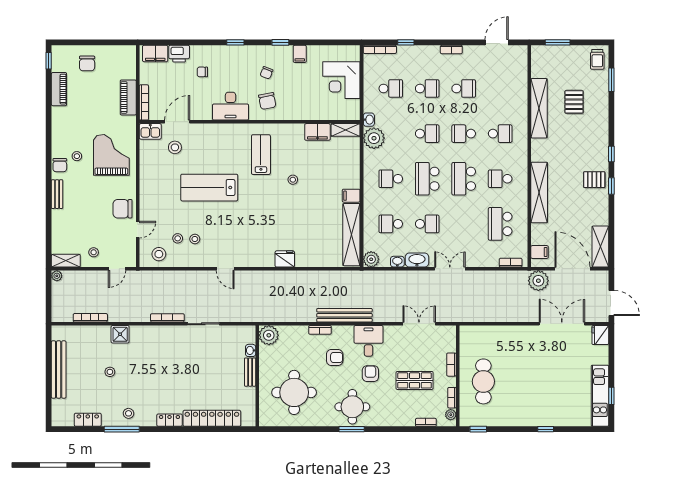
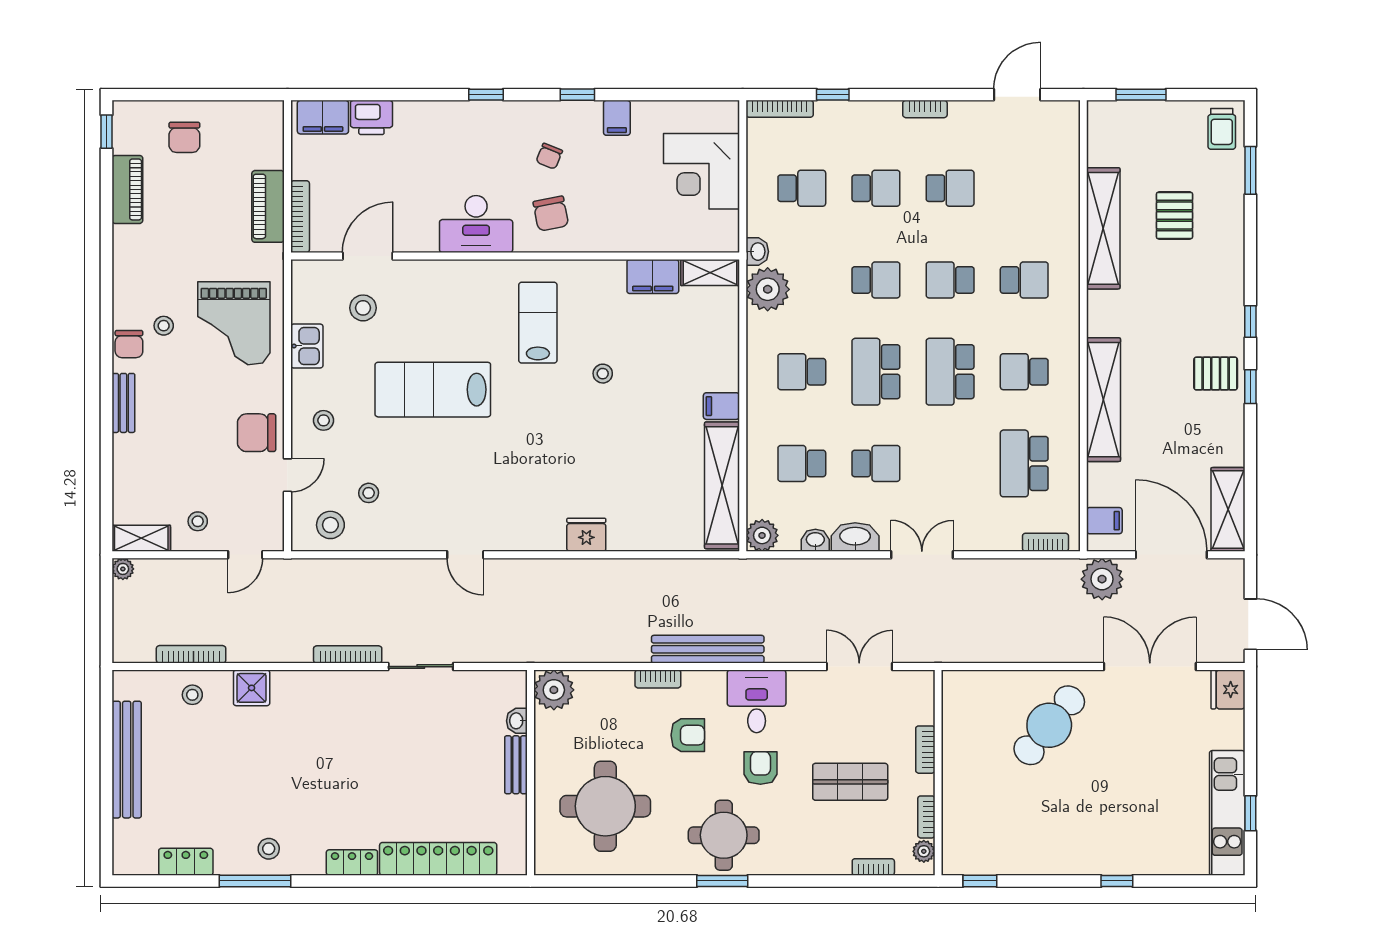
chair: (202, 72) -> (419, 155), removed
kitchen sink: (150, 131) -> (307, 346), moved, turned -90
grand piano: (111, 155) -> (234, 323), turned 180
stool: (195, 239) -> (324, 420), moved
stool: (110, 372) -> (192, 695), moved
cafe table: (483, 381) -> (1049, 725), moved, turned 39

